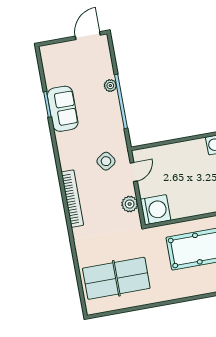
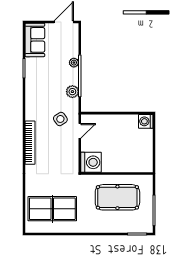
sofa: (63, 109) -> (35, 40), moved
plant: (130, 204) -> (72, 92), moved

